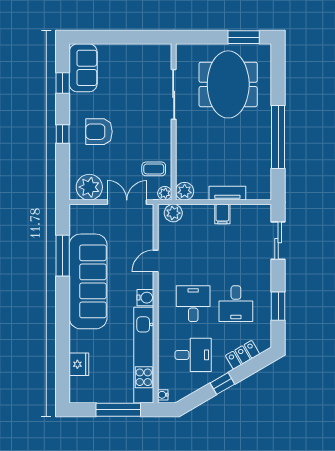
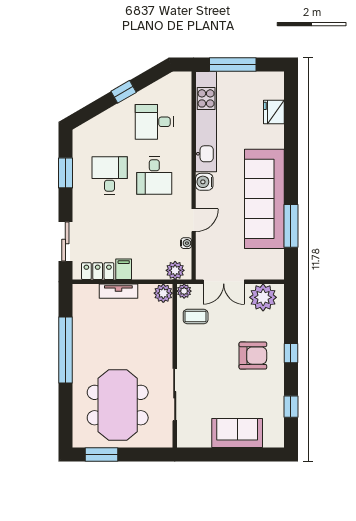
sofa: (83, 68) -> (237, 433), moved, turned 90
locker: (243, 355) -> (98, 271), moved, turned -150
water cooler: (163, 395) -> (186, 243), moved

